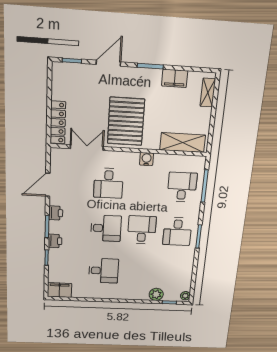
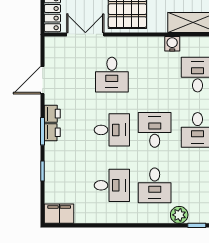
water cooler: (146, 159) -> (172, 44), moved
printer: (55, 241) -> (52, 132), moved
desk: (138, 272) -> (155, 185), added

